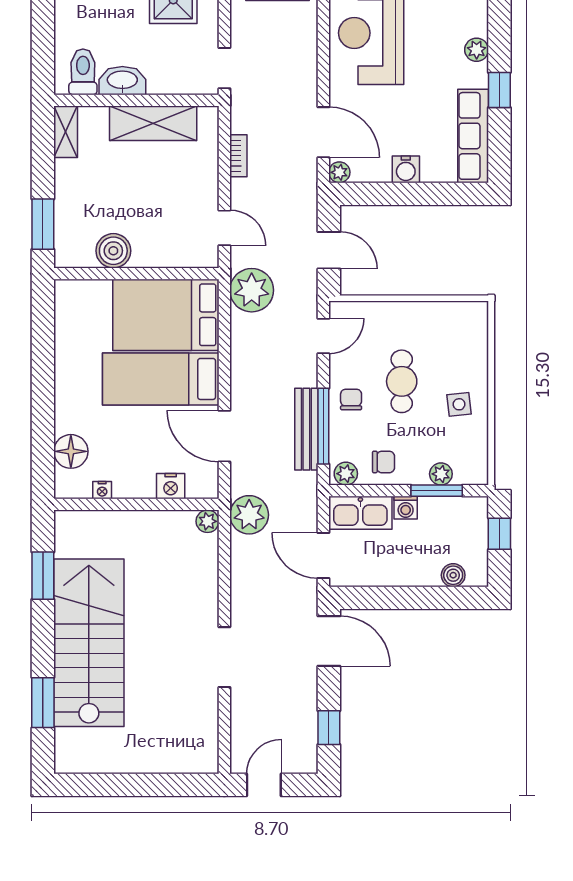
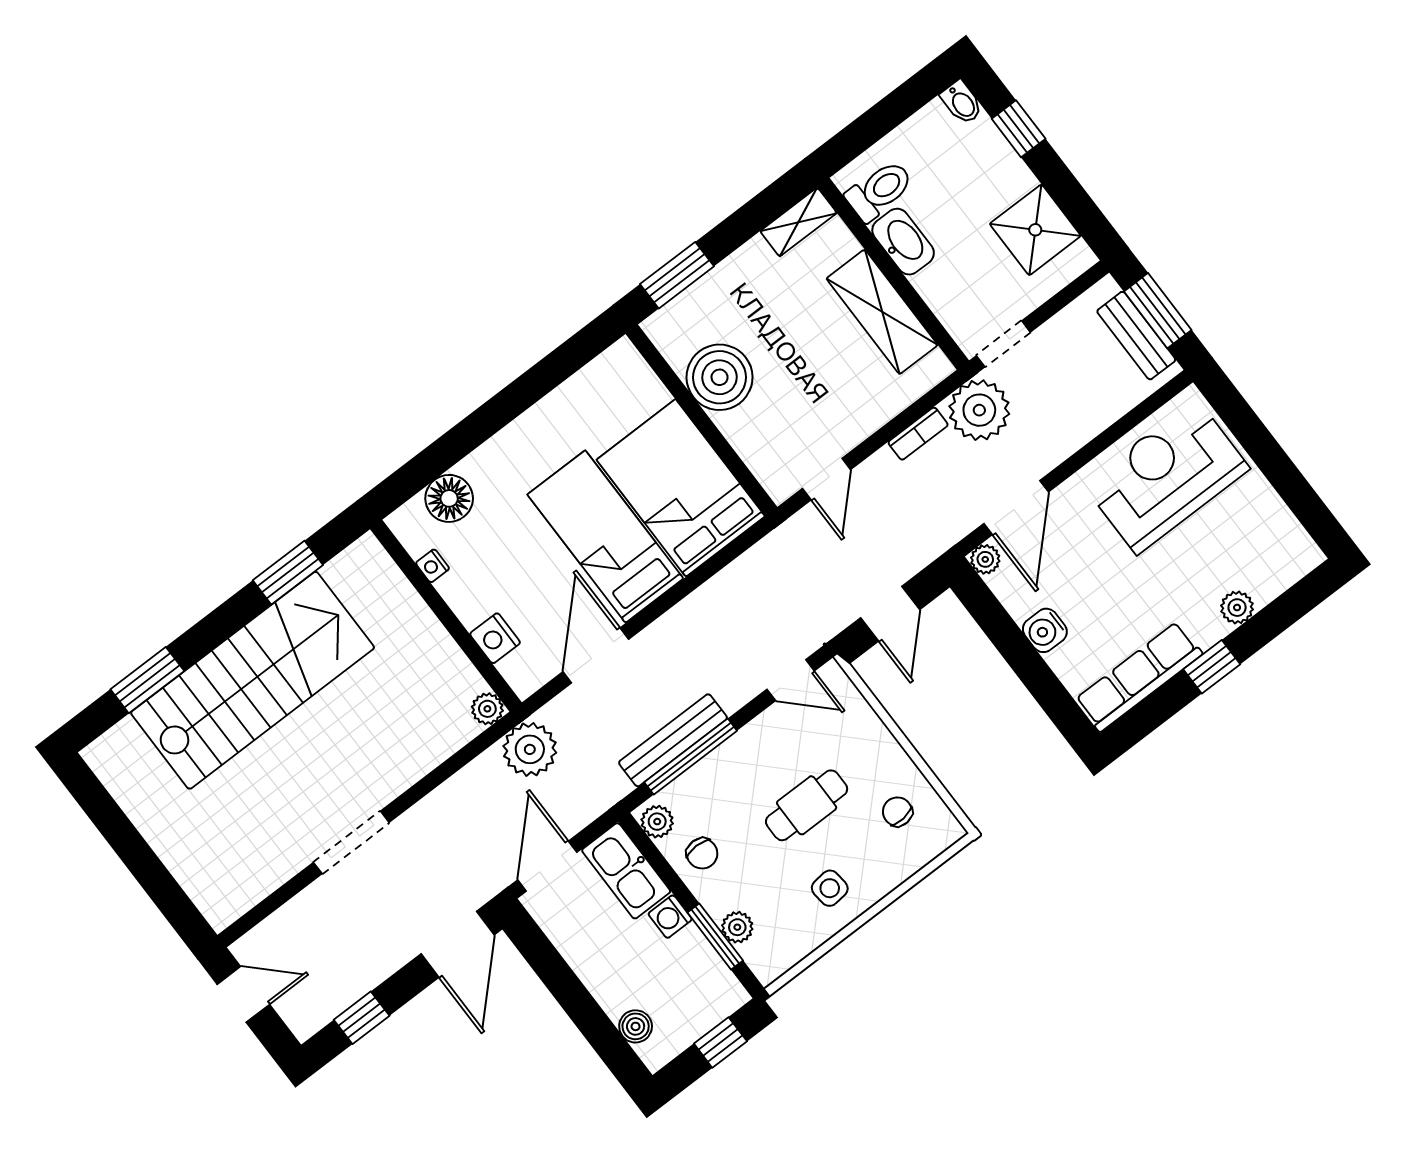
boiler: (113, 251) -> (720, 377), width x1.37, depth x1.37
plant: (252, 290) -> (979, 410), moved
chair: (351, 399) -> (897, 812), moved, turned -95

